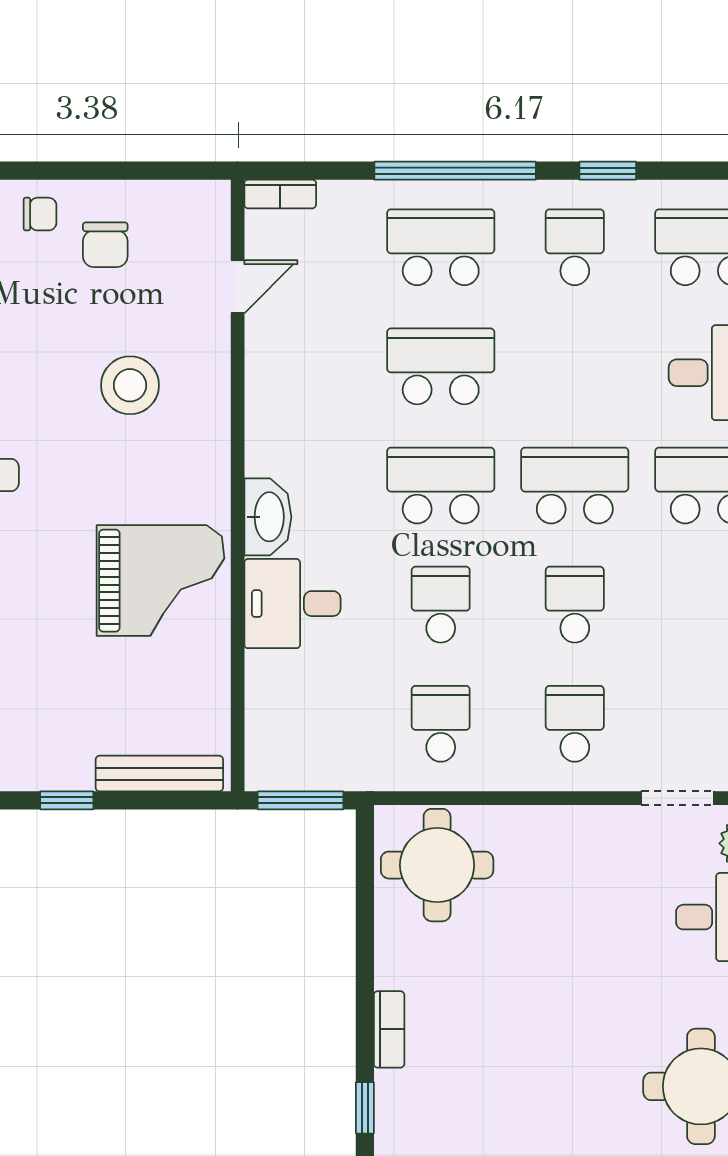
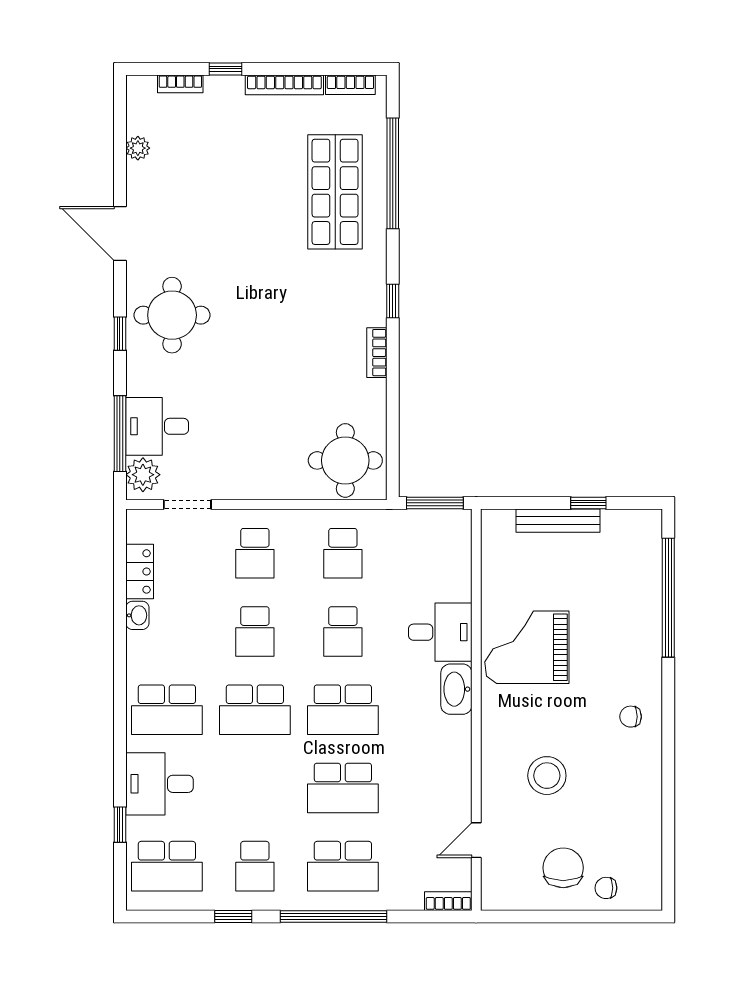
chair: (105, 245) -> (563, 868), width x1.37, depth x1.37
bench: (159, 774) -> (558, 521), moved

